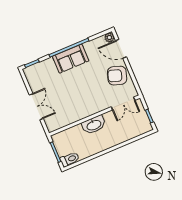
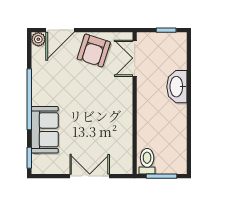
sofa: (71, 59) -> (45, 130), moved
double door: (123, 104) -> (135, 58), swing flipped
washbasin: (94, 125) -> (177, 87), moved, turned 180
toilet: (70, 159) -> (147, 161), moved

